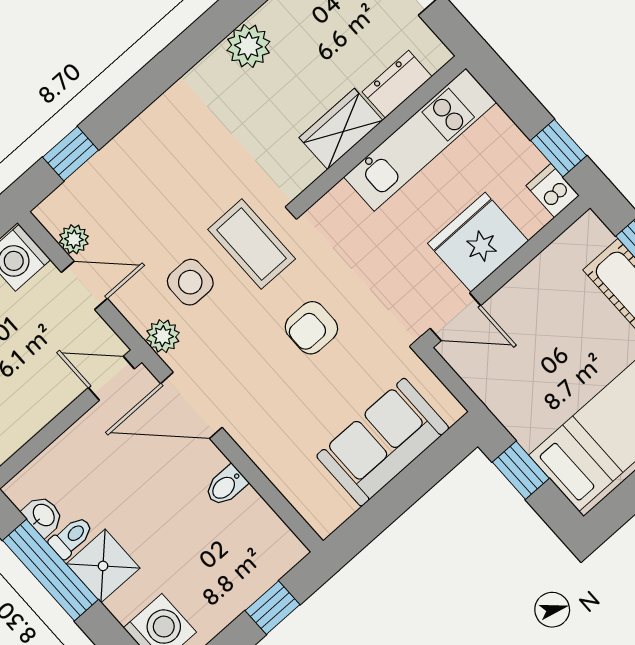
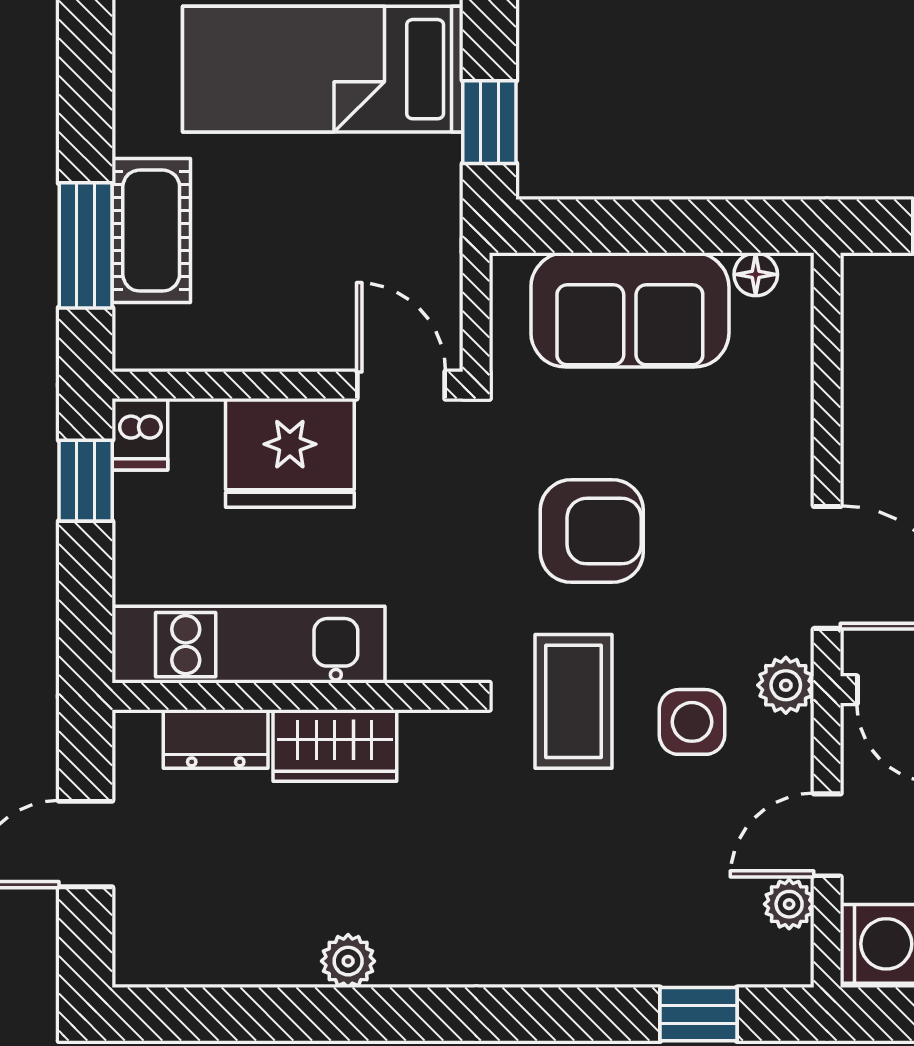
plant: (248, 46) -> (348, 961), width x0.73, depth x0.73
door: (84, 285) -> (827, 835), hinge flipped
armchair: (311, 328) -> (592, 531), width x1.38, depth x1.38
bidet: (226, 486) -> (874, 429), removed
floor lamp: (340, 508) -> (756, 274), added

